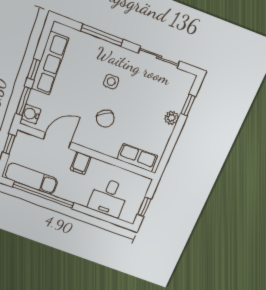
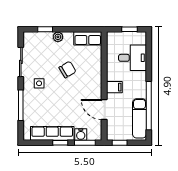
side table: (111, 82) -> (39, 83), moved
water cooler: (31, 114) -> (81, 134), moved
chair: (105, 119) -> (67, 70), moved
row of seats: (137, 158) -> (88, 38), moved, turned -90

